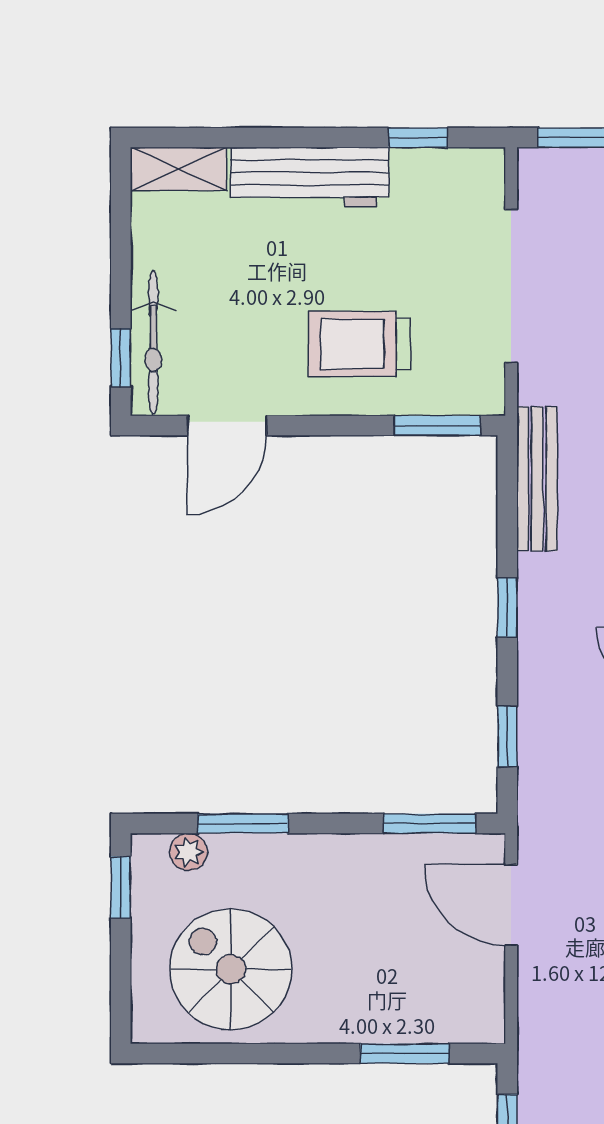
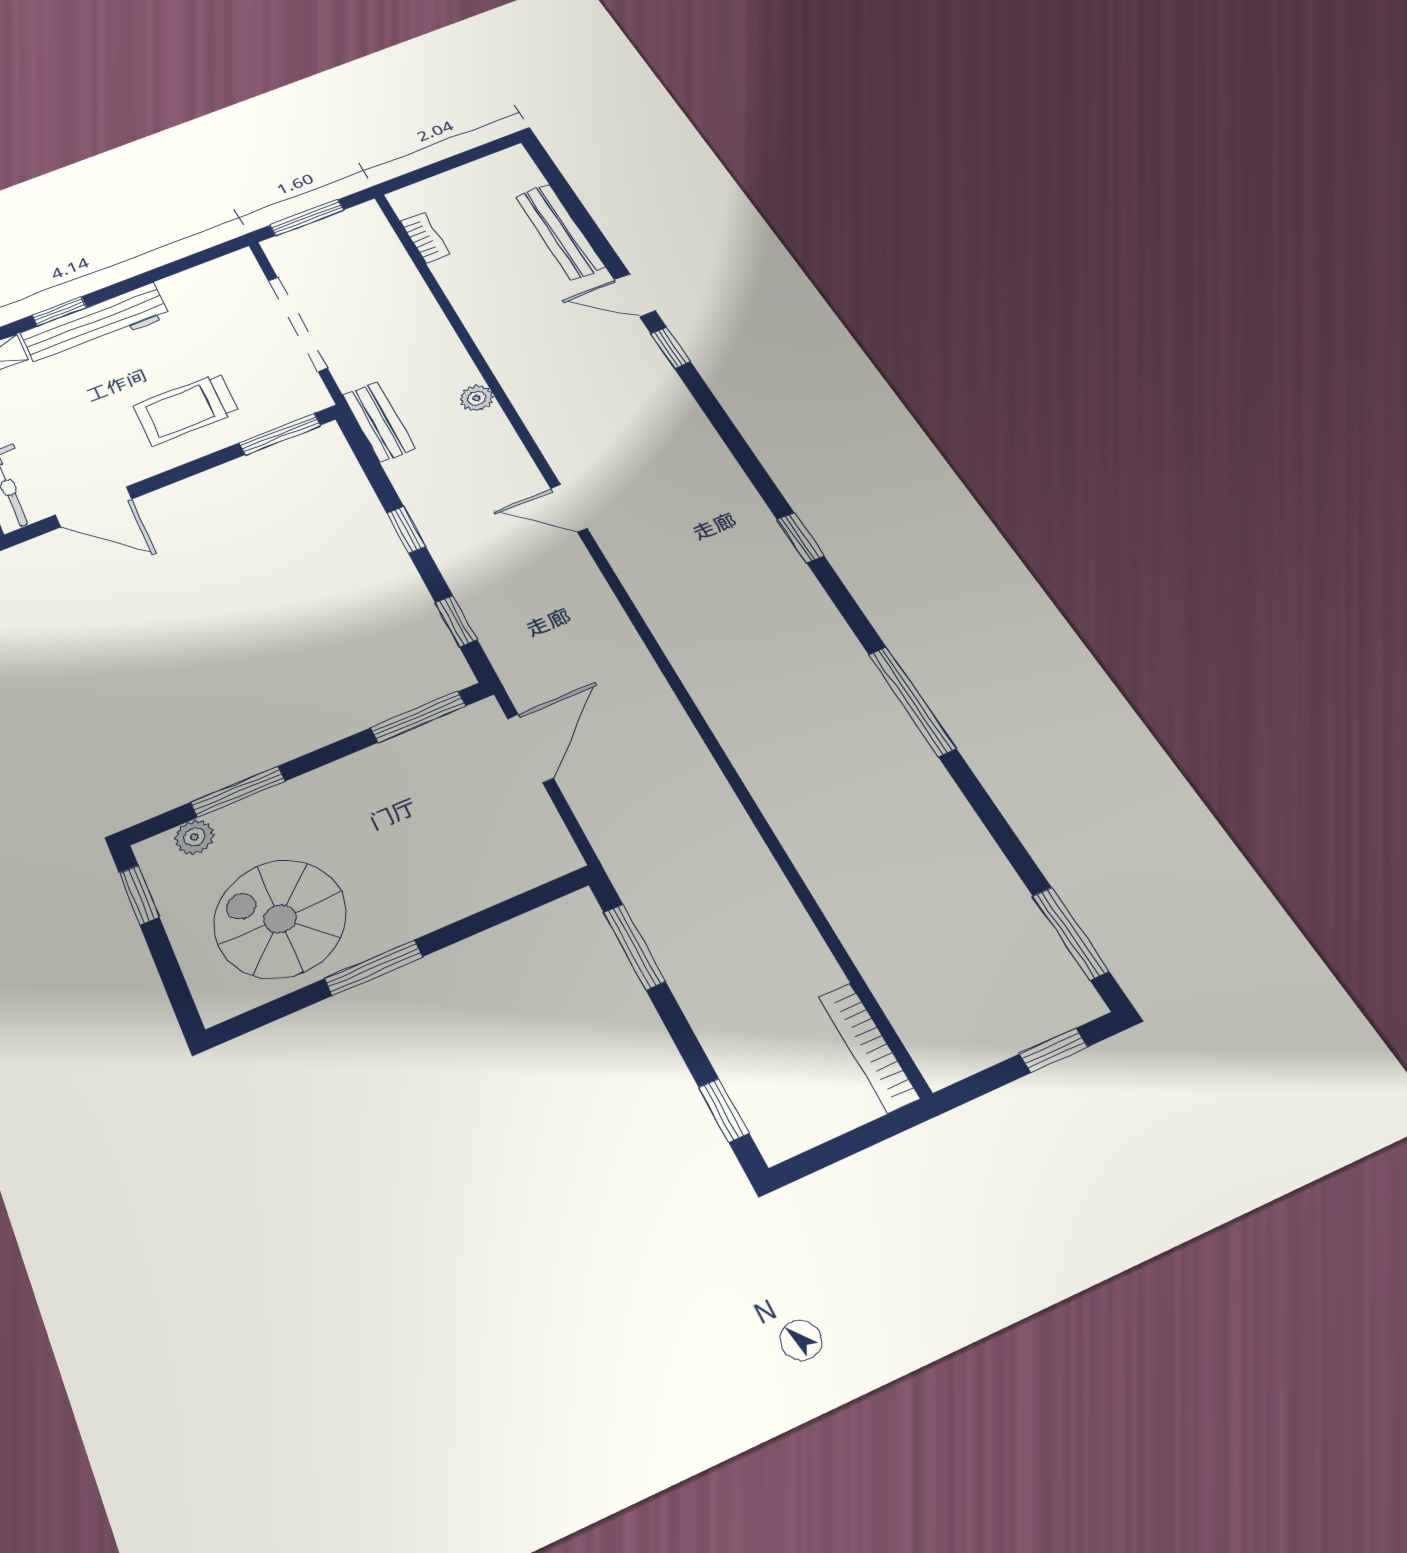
window: (418, 138) -> (59, 311), moved
door: (227, 425) -> (94, 507), hinge flipped
bench: (537, 479) -> (379, 422), width x0.73
door: (511, 905) -> (530, 748), swing flipped
window: (405, 1054) -> (374, 968), moved

